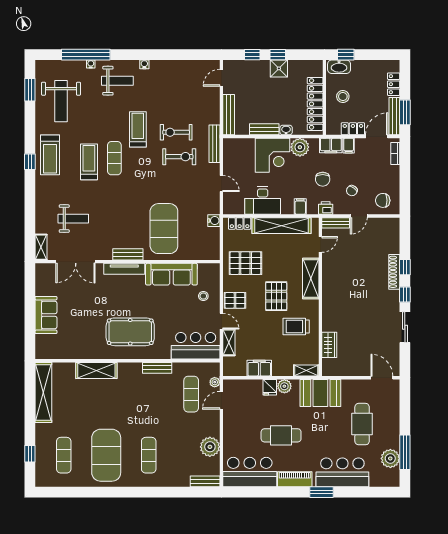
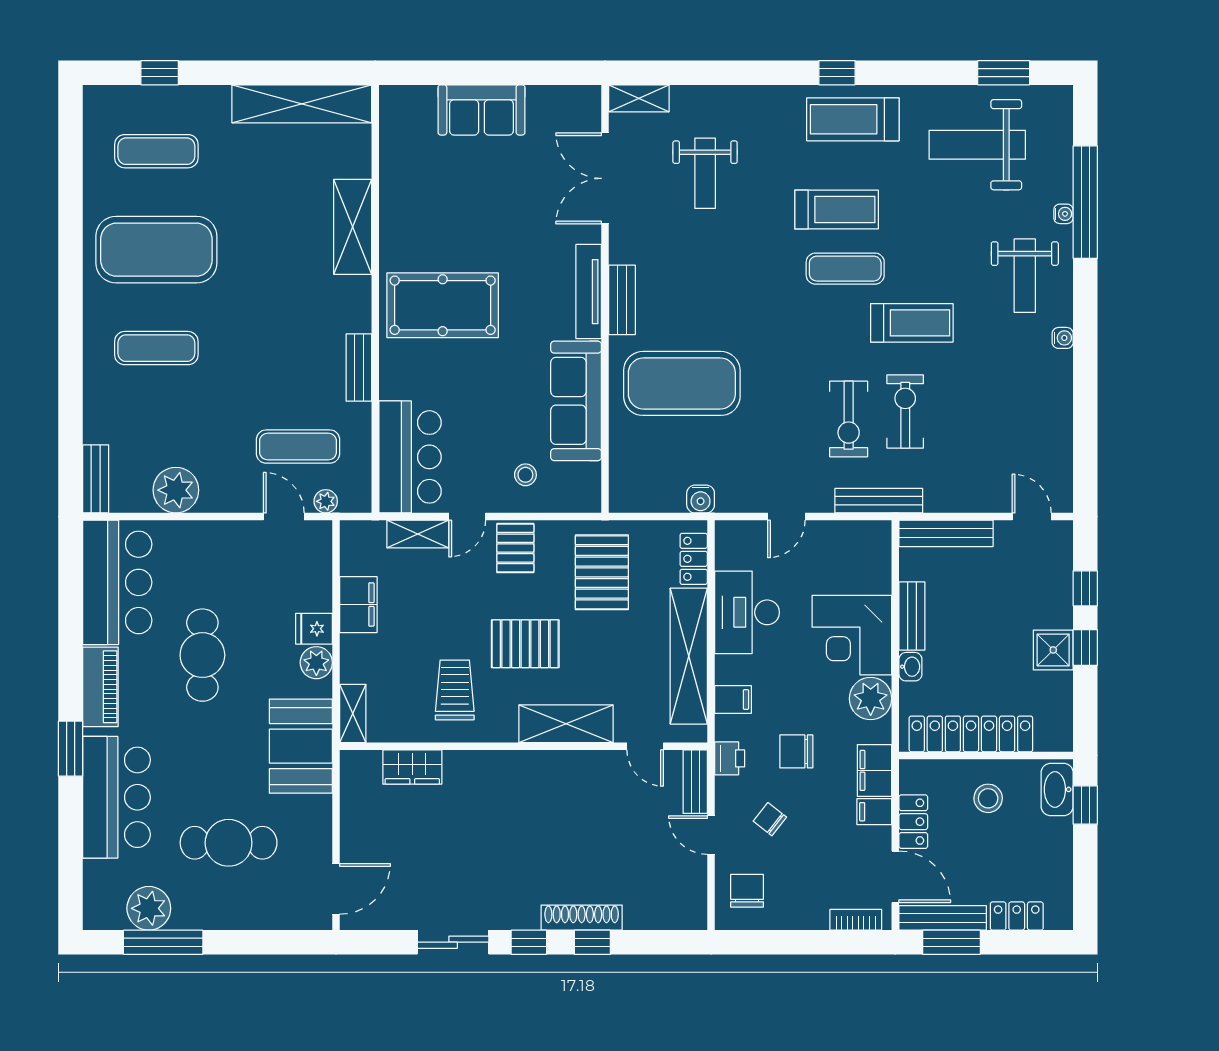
pool table: (130, 332) -> (443, 305), turned 90

